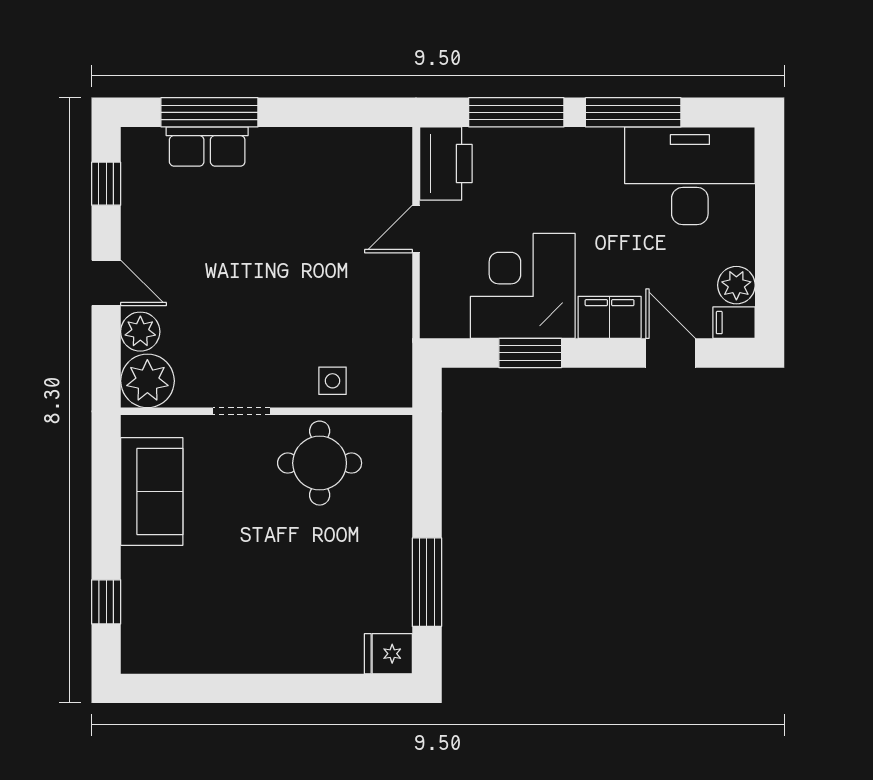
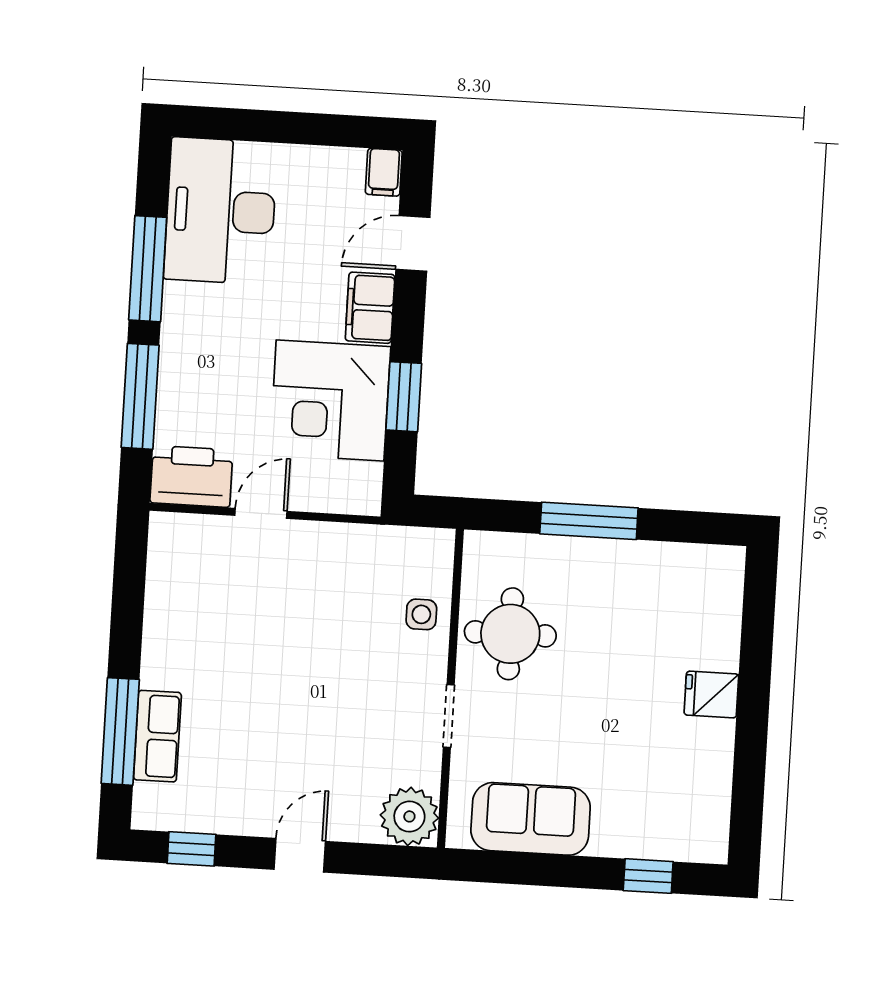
door: (416, 229) -> (261, 513), swing flipped
plant: (736, 285) -> (343, 167), removed
plant: (140, 332) -> (355, 821), removed
window: (427, 582) -> (589, 521), moved
fridge: (388, 654) -> (711, 695), moved, turned 90

